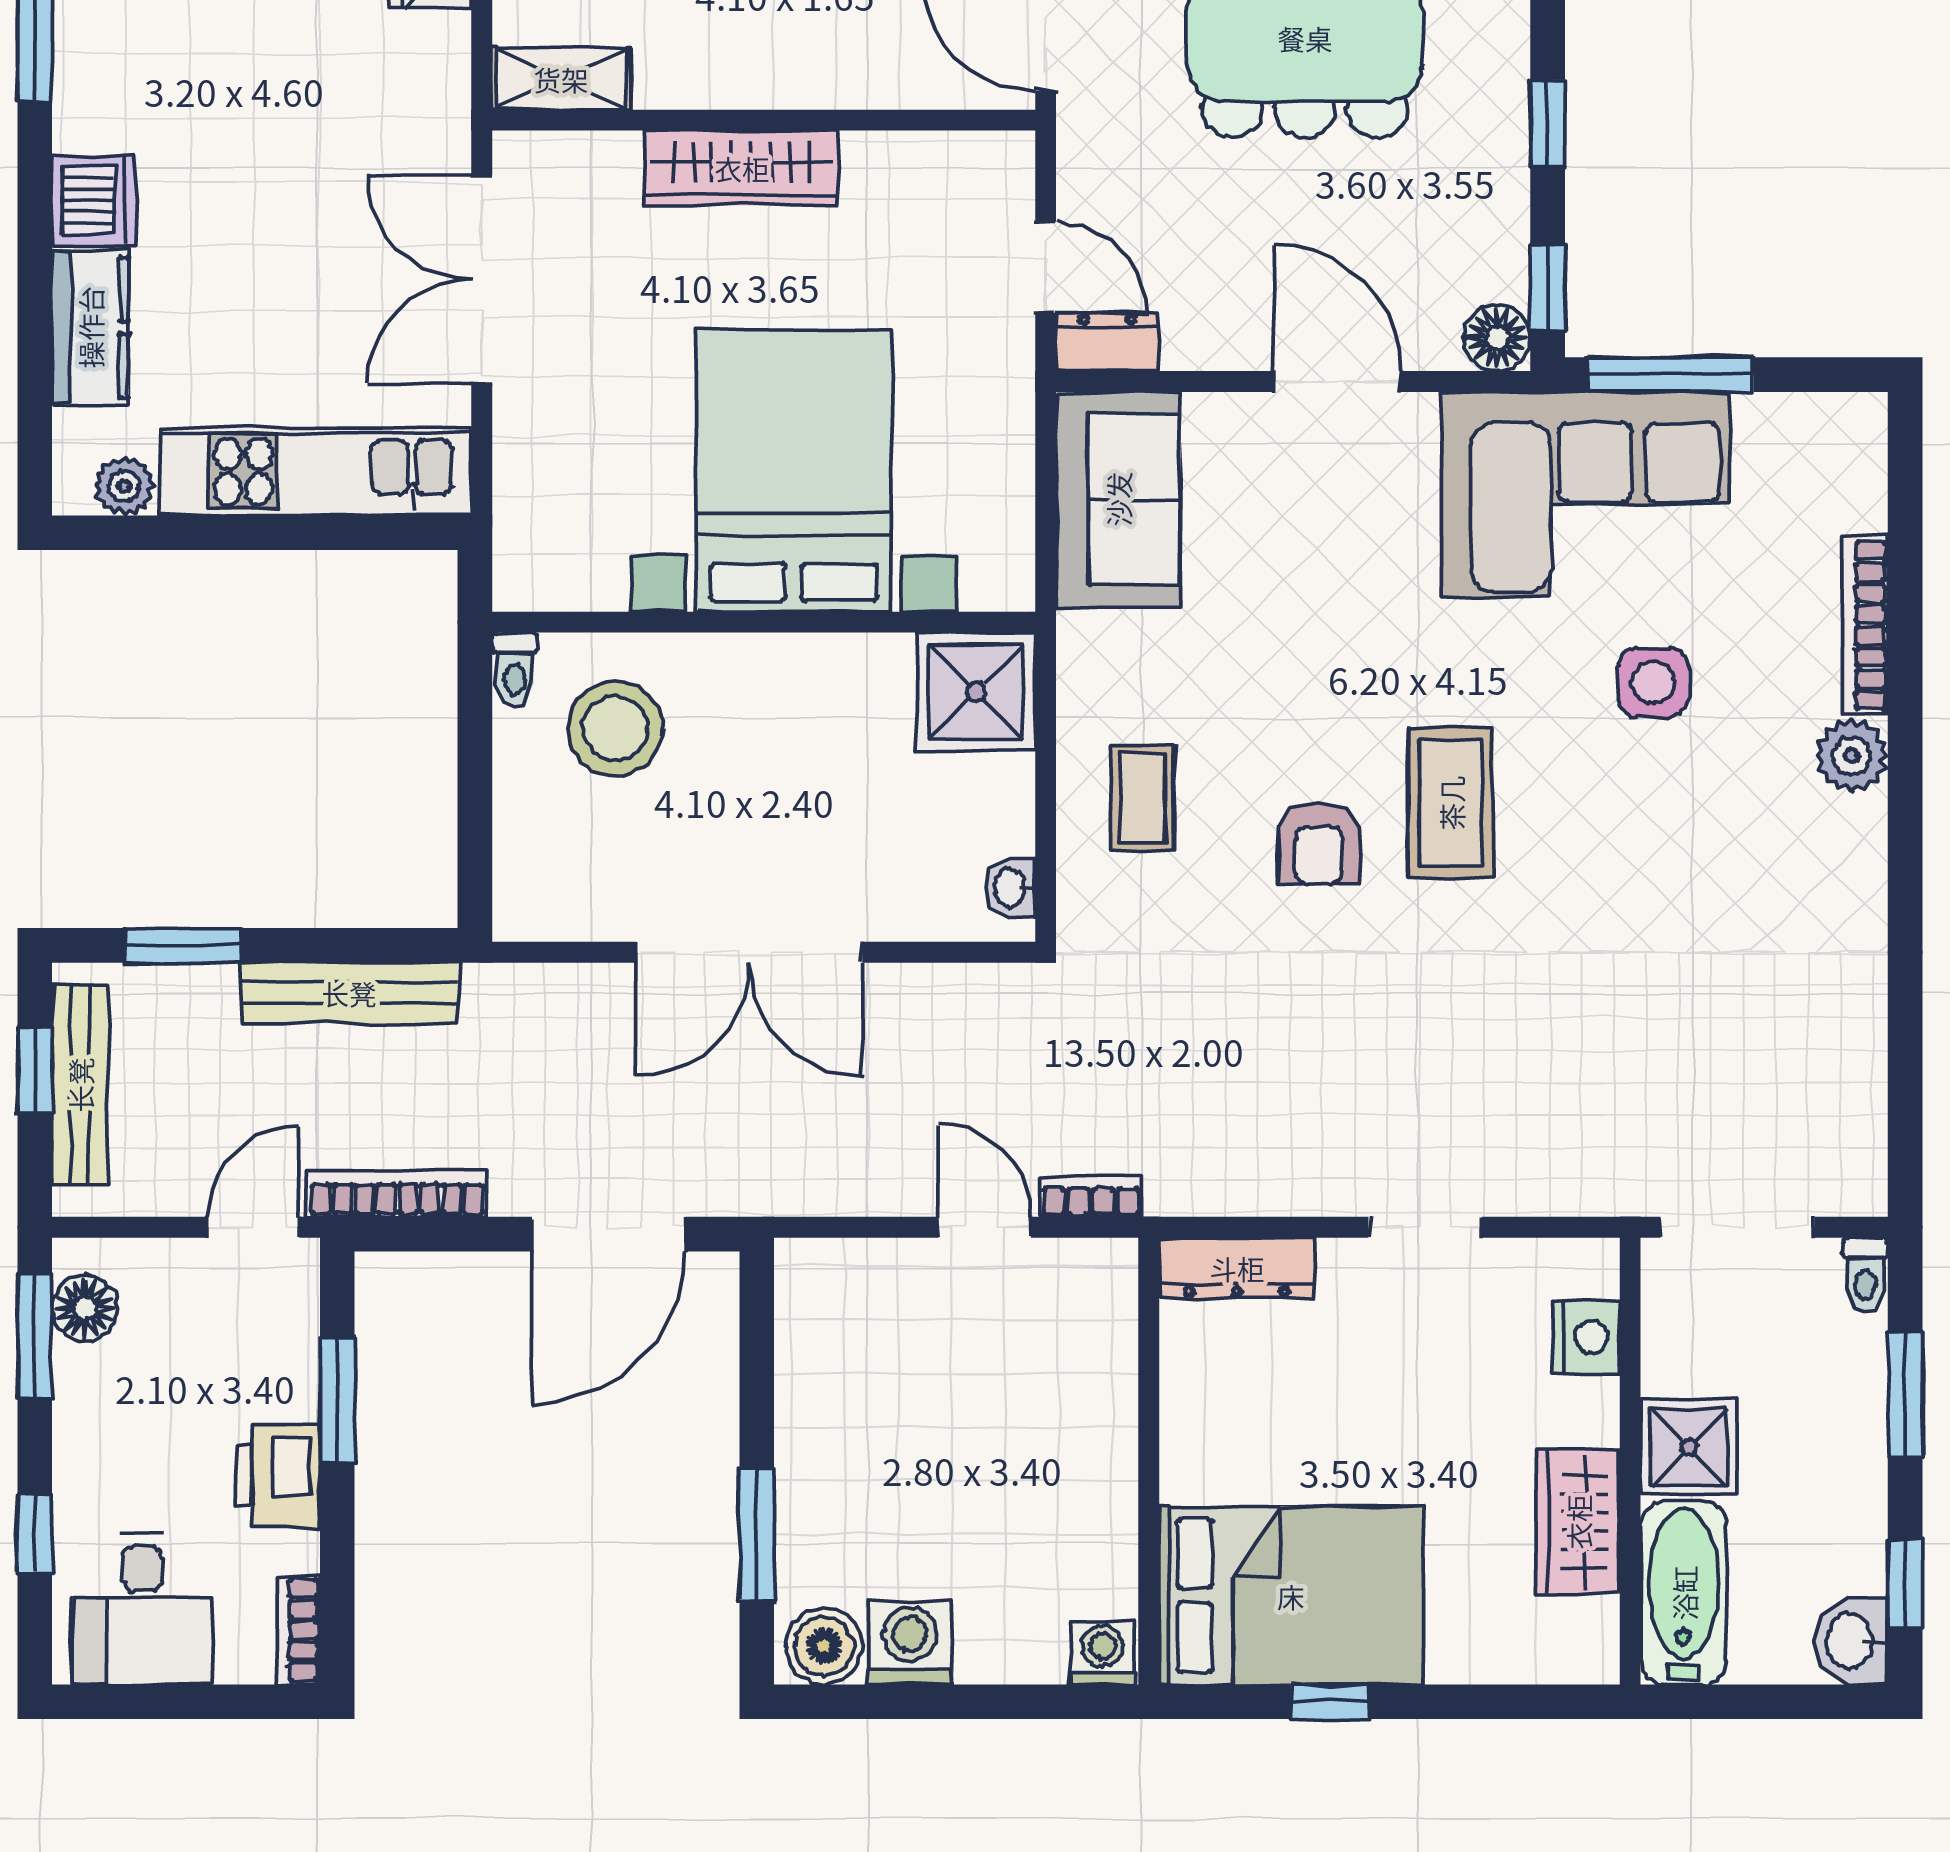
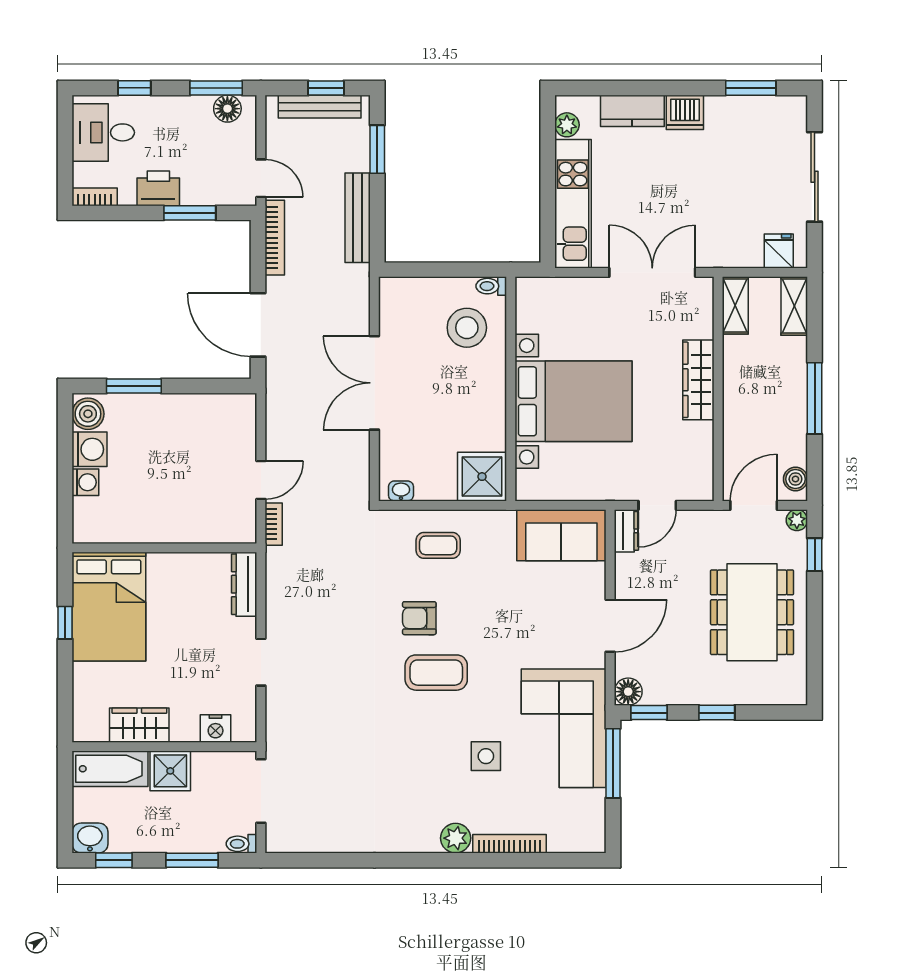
washing machine: (1103, 1652) -> (85, 482), moved

